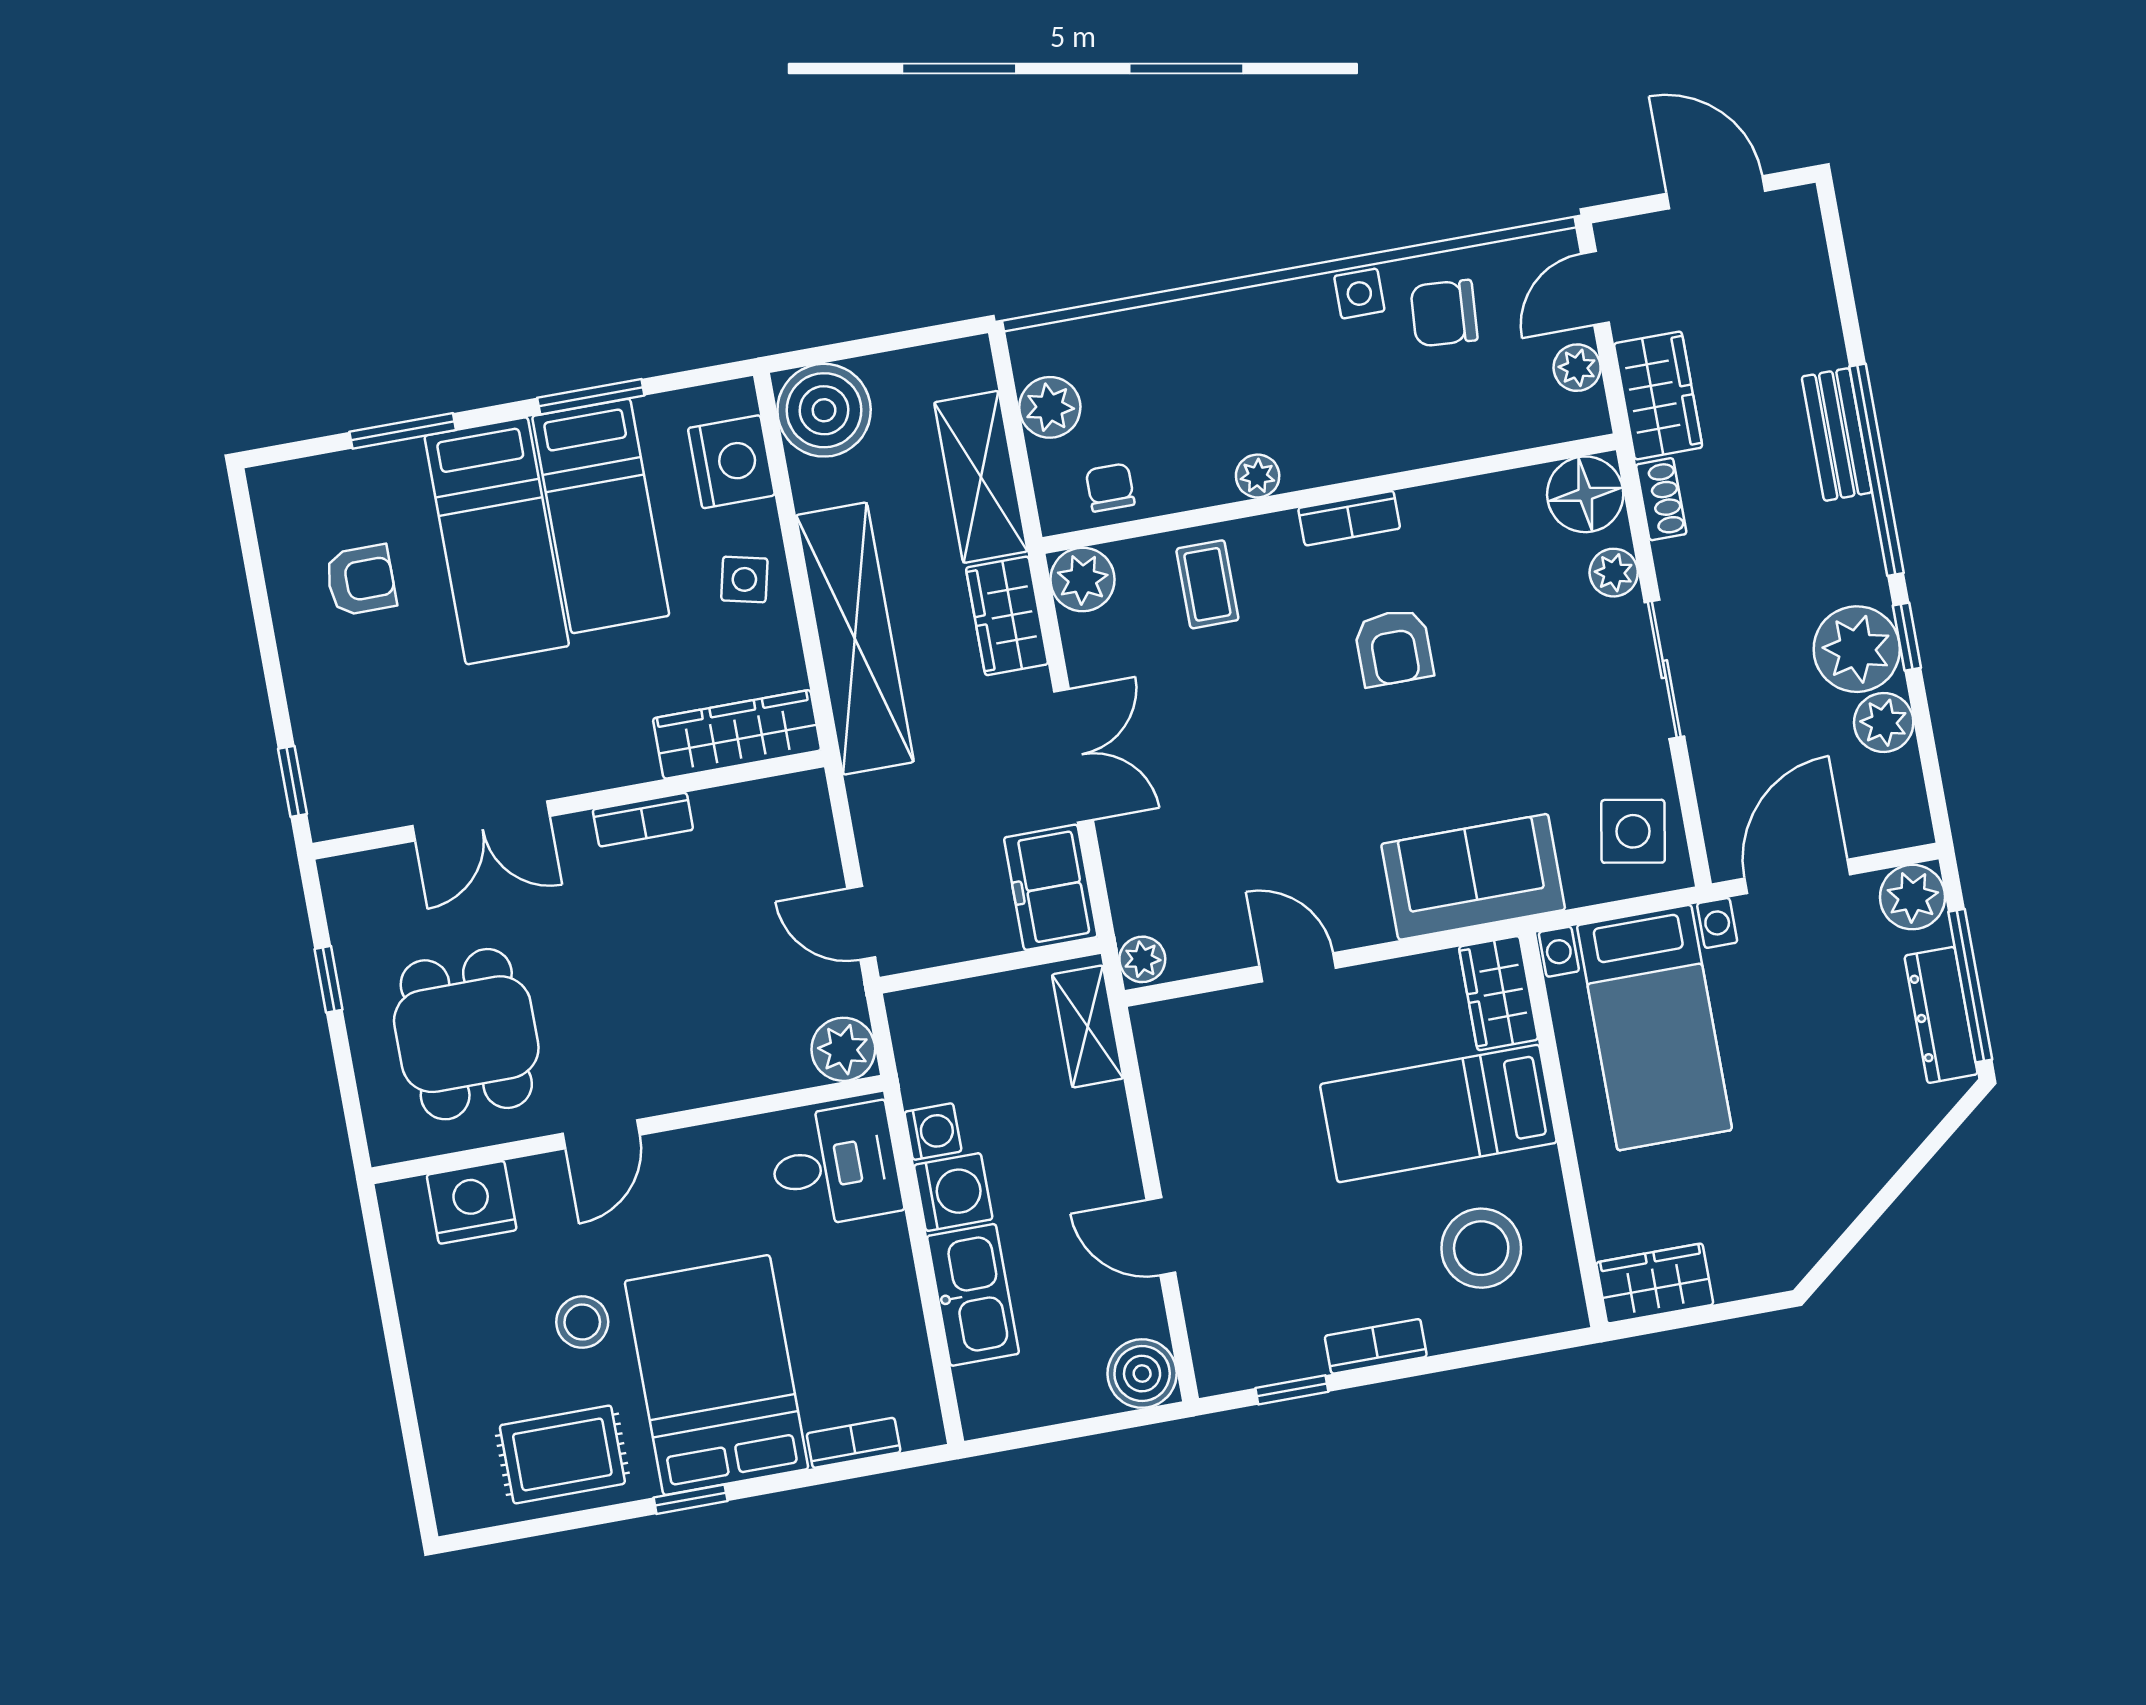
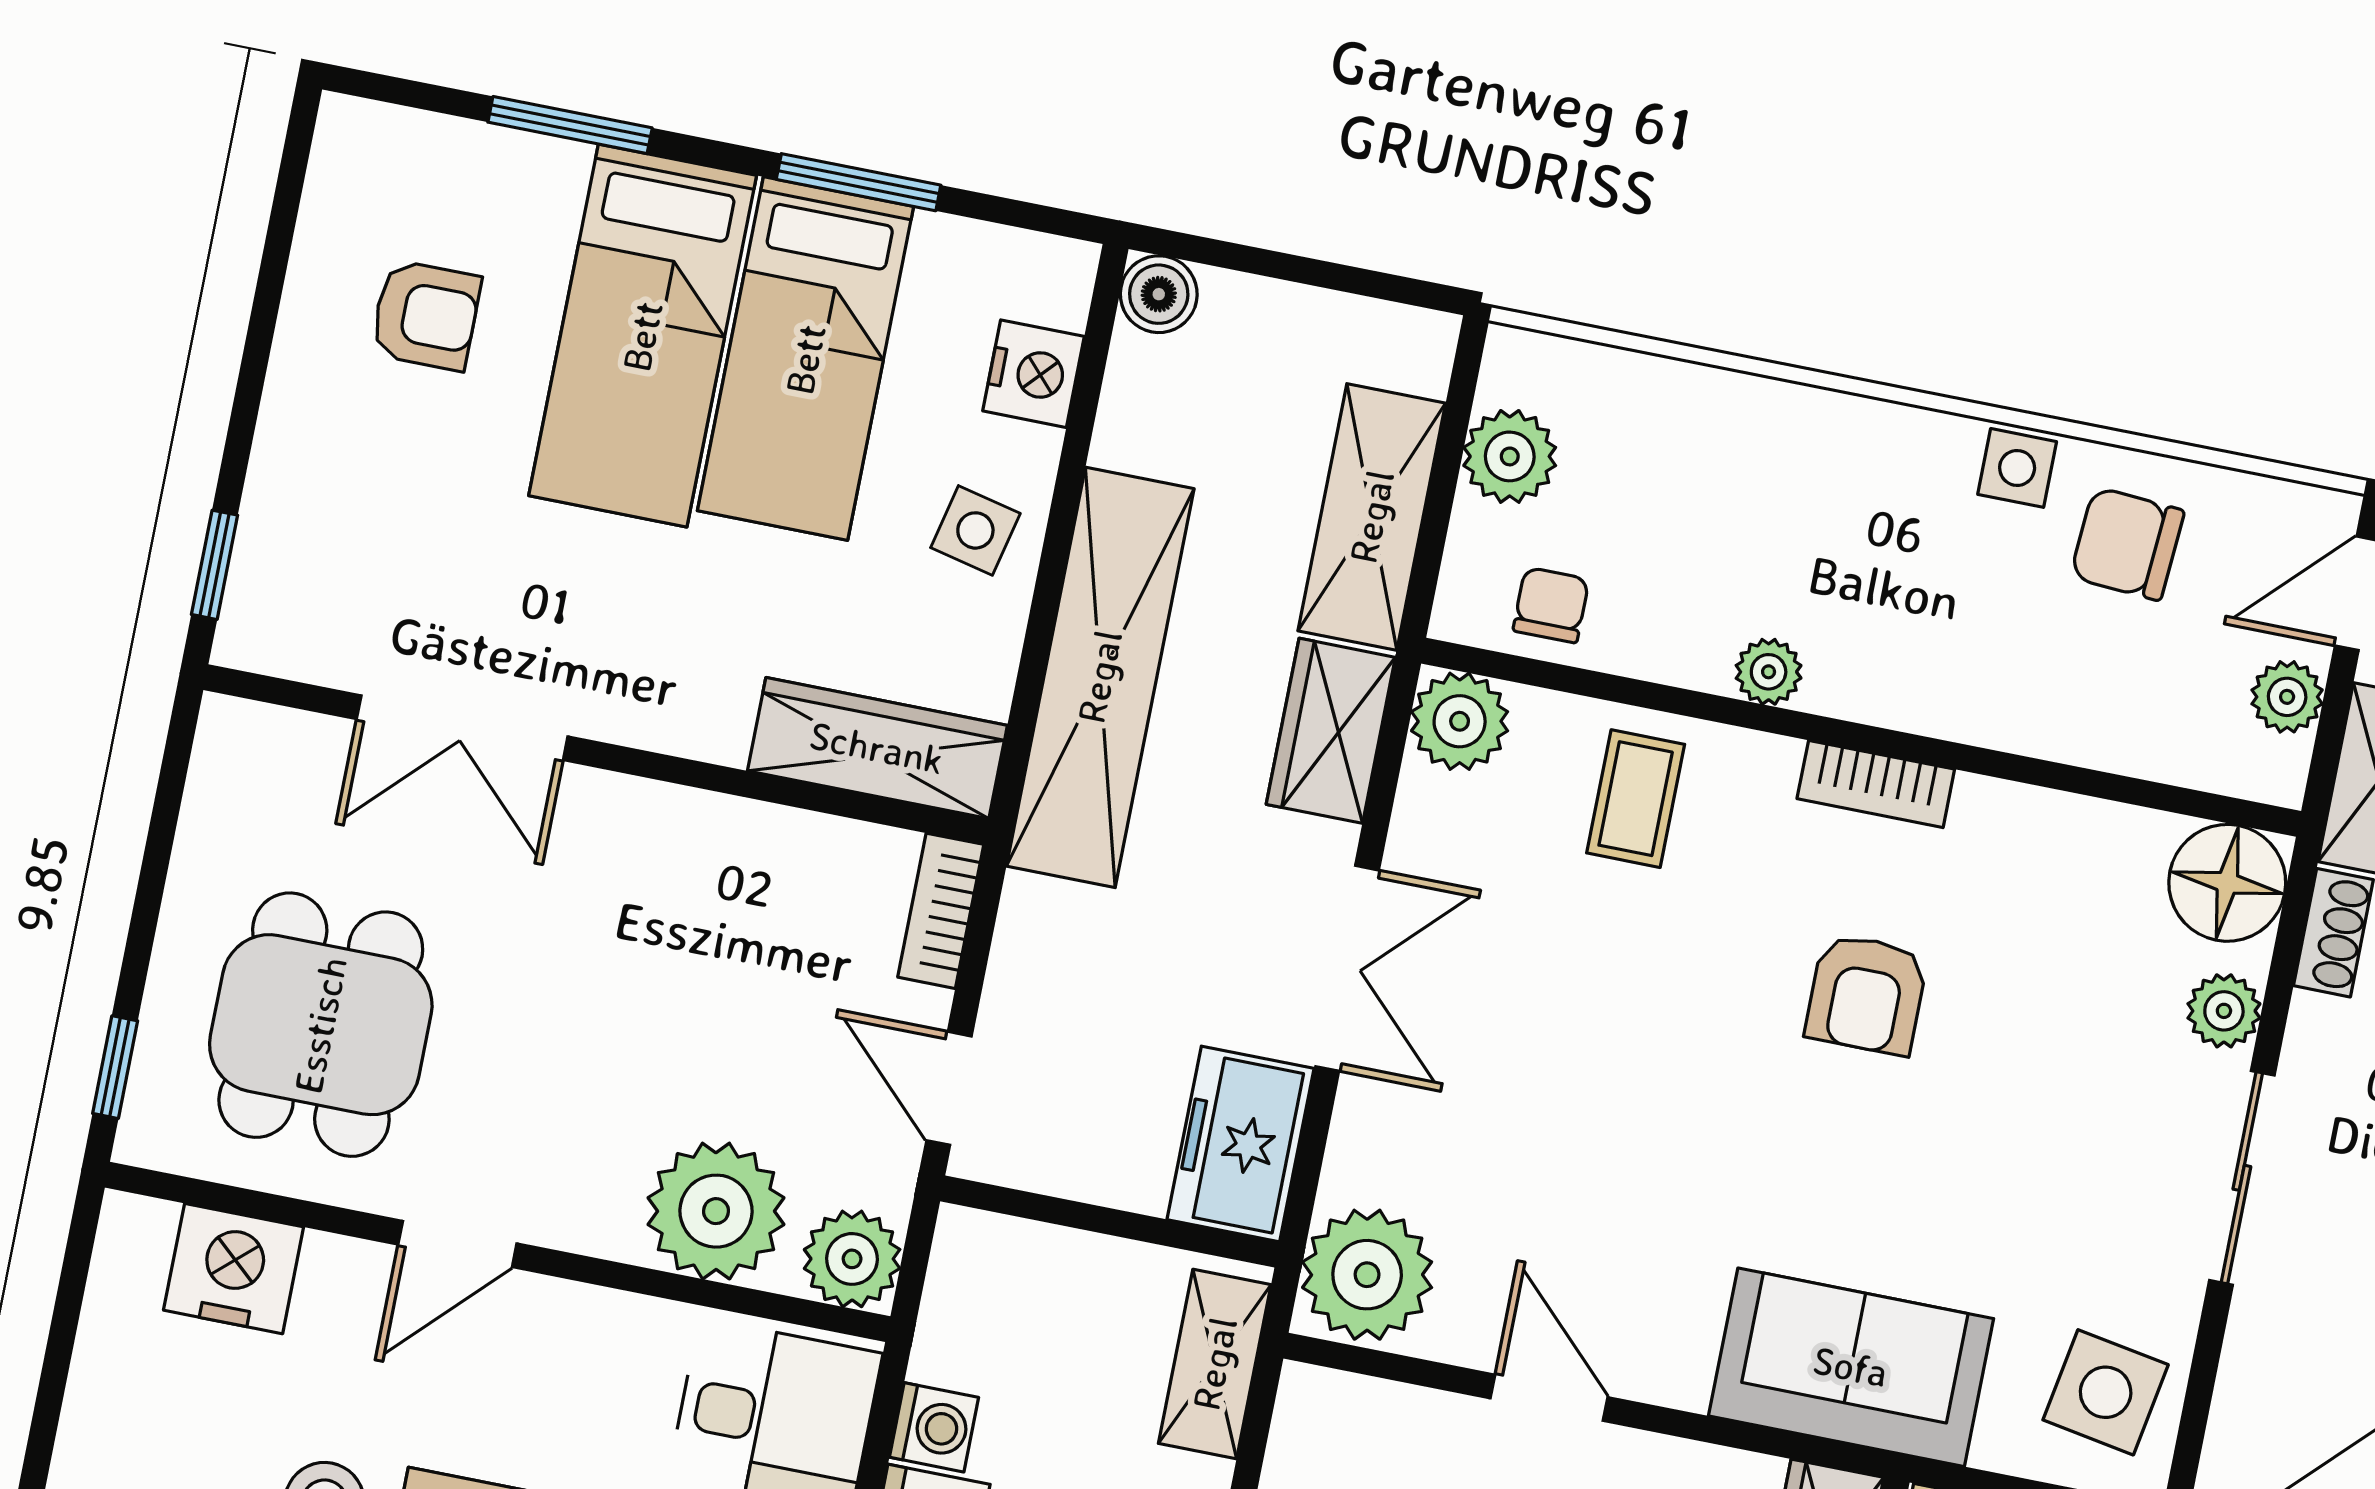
boiler: (824, 410) -> (1159, 294), width x0.54, depth x0.54
nightstand: (731, 462) -> (1034, 374), width x0.74, depth x0.75
bookcase: (643, 820) -> (941, 911), moved, turned 90
plant: (1142, 959) -> (1367, 1275), width x1.88, depth x1.88
window: (328, 979) -> (115, 1067), moved
plant: (750, 1053) -> (716, 1211), added

